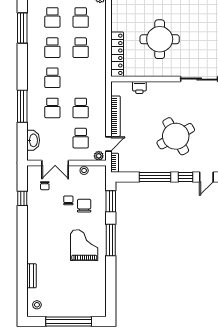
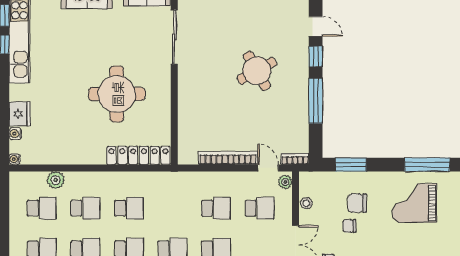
printer: (139, 87) -> (186, 123), removed
round table: (176, 136) -> (257, 71), width x0.73, depth x0.73
window: (111, 240) -> (427, 165), moved

